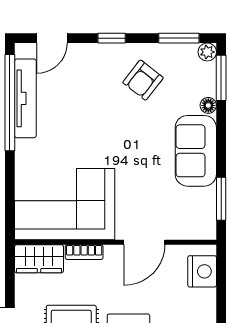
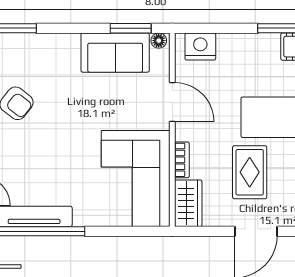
floor lamp: (208, 105) -> (159, 41), moved
sofa: (196, 151) -> (115, 53), moved

